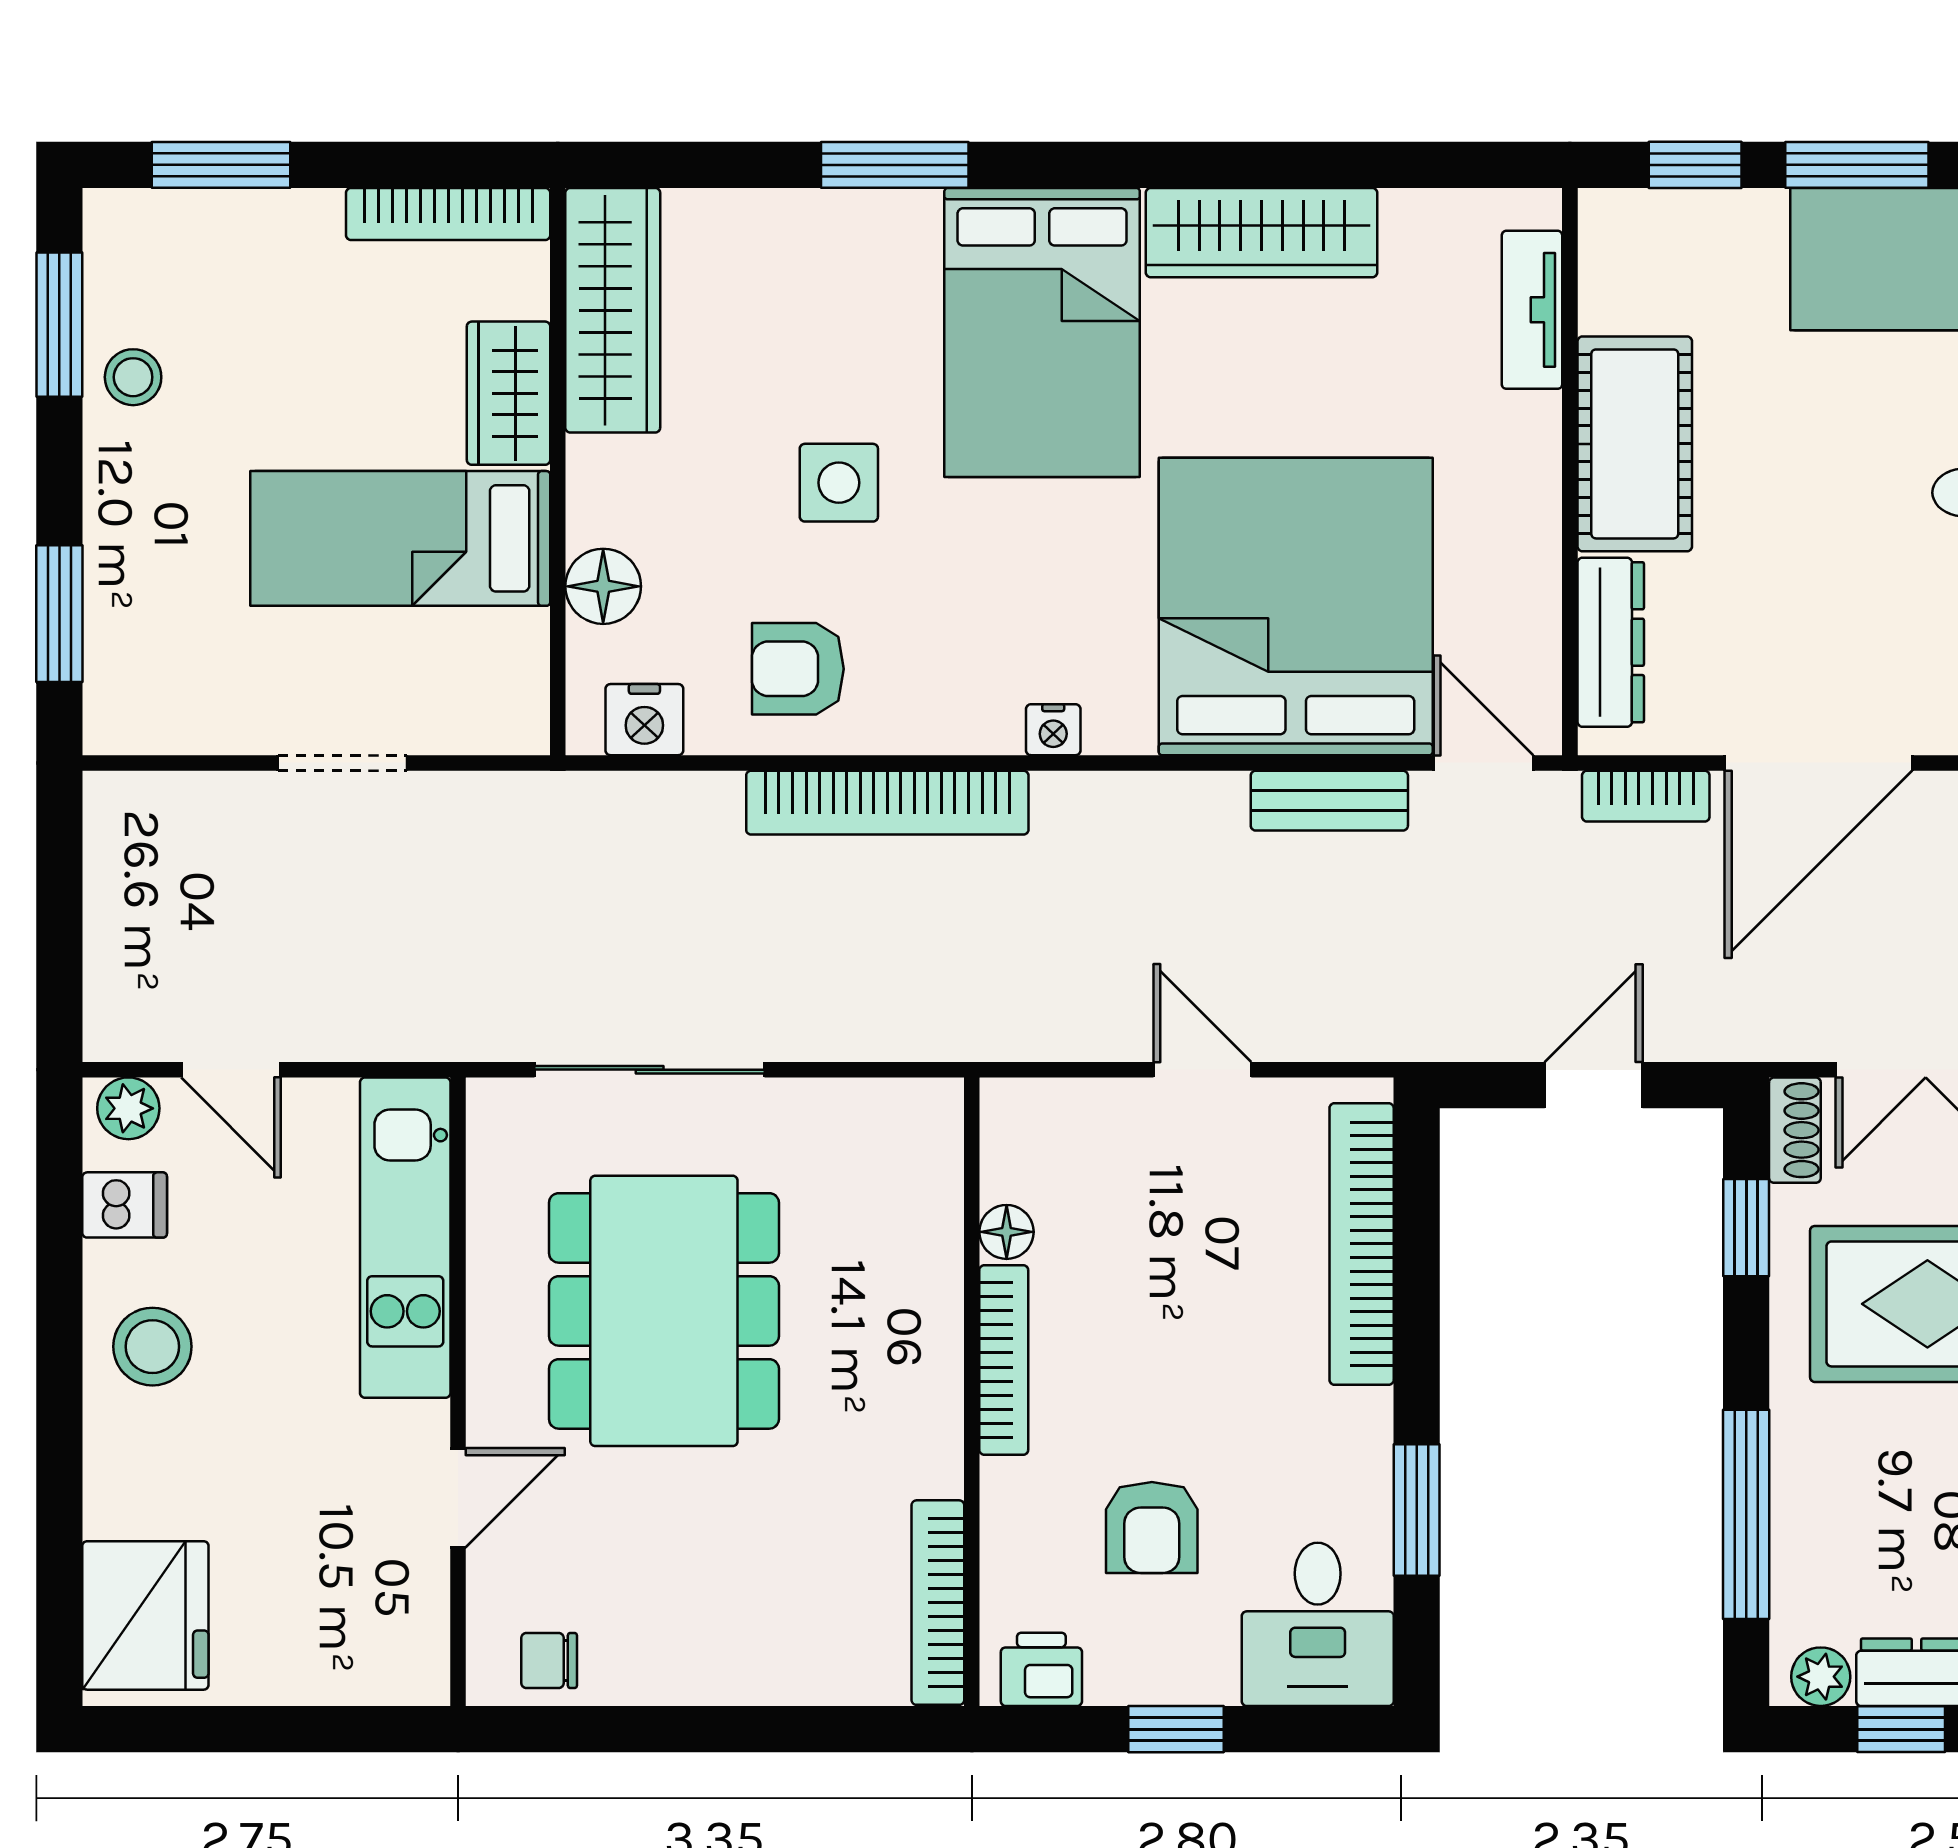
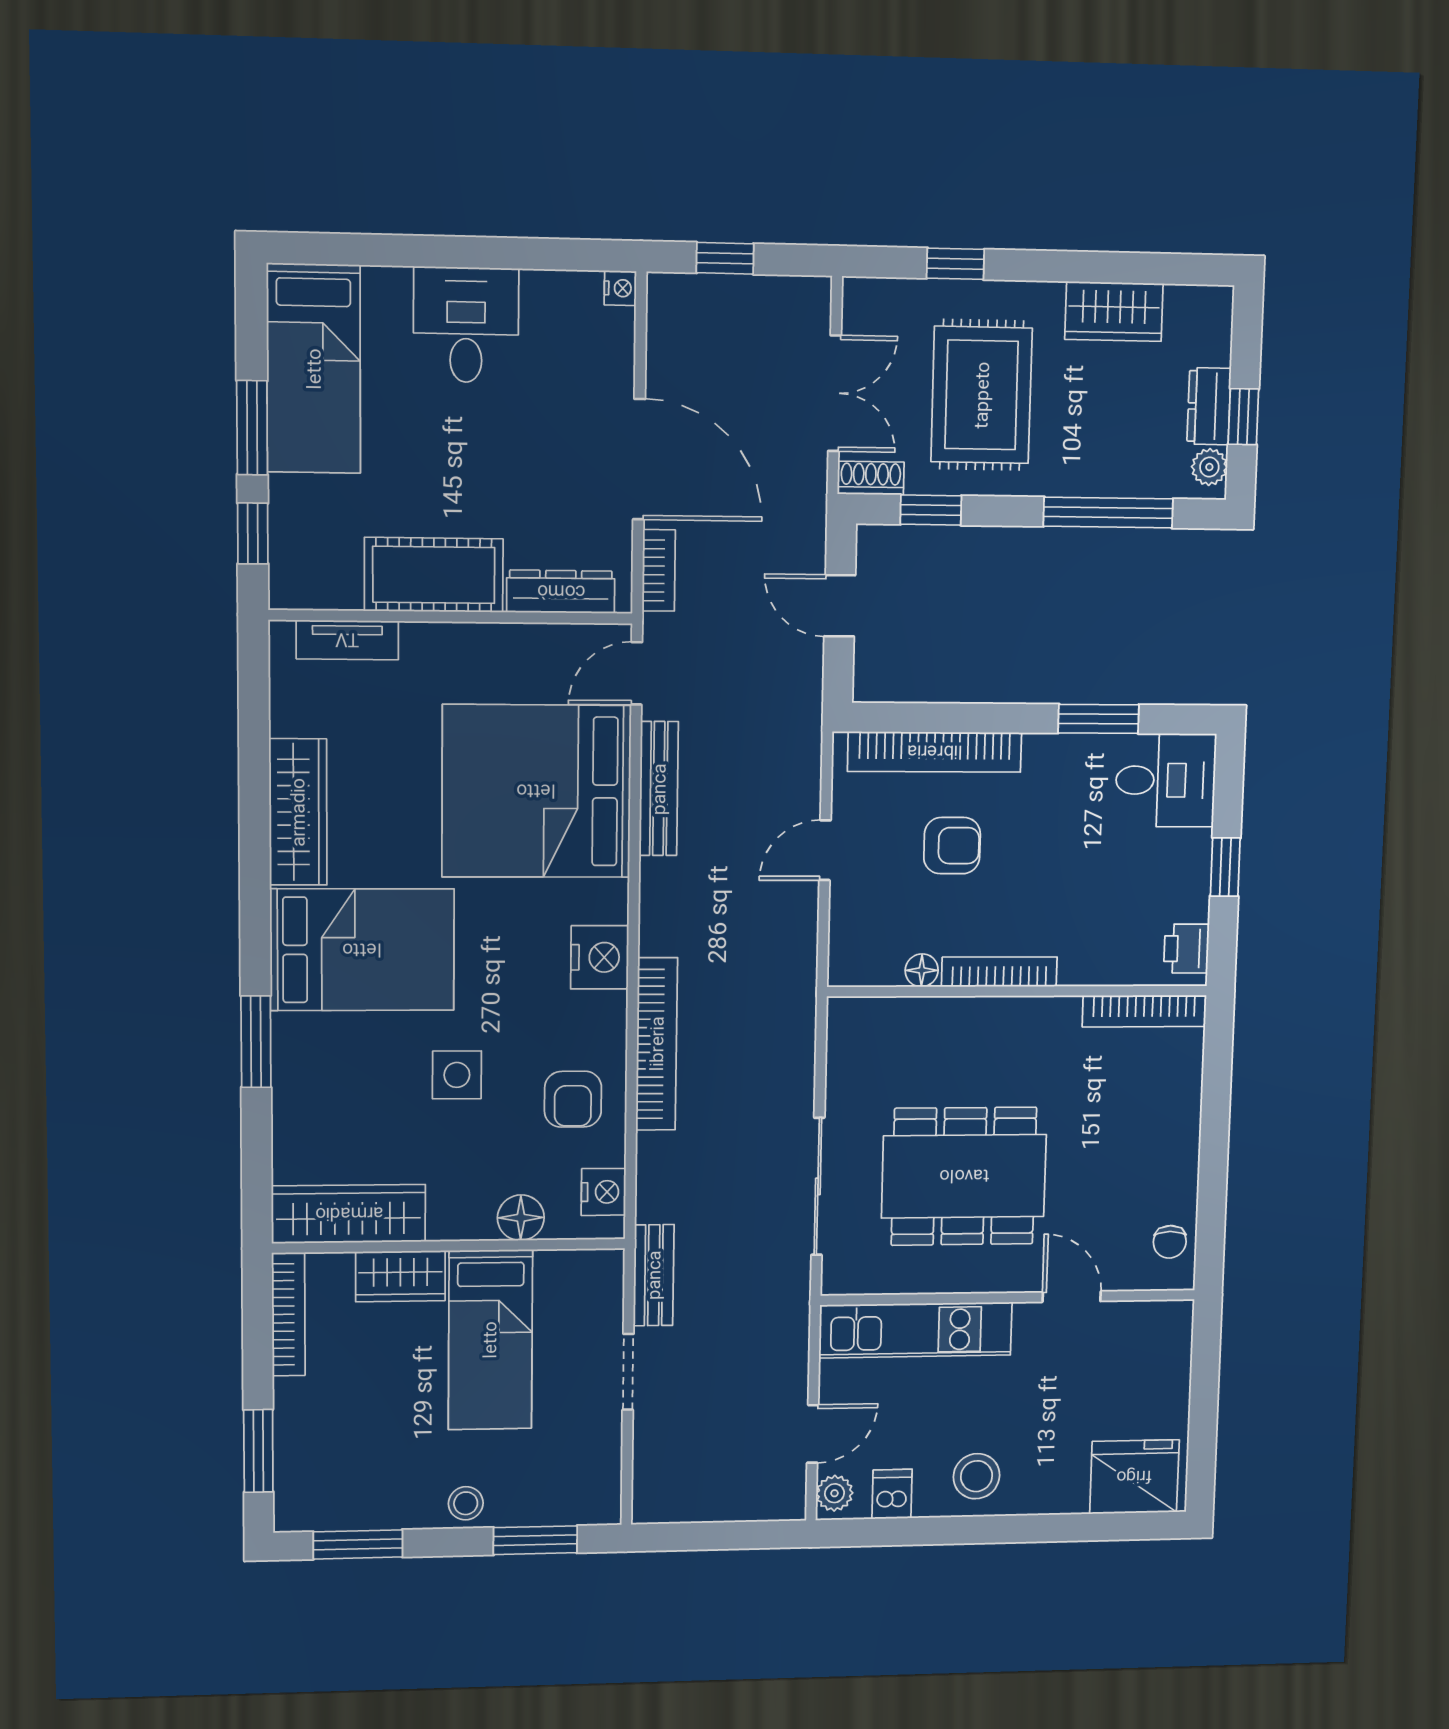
stool: (133, 377) -> (466, 1503), moved
nightstand: (1053, 730) -> (600, 957), width x1.89, depth x1.79
bench: (1329, 801) -> (659, 789), width x1.36
bench: (504, 803) -> (654, 1275), added
armchair: (1152, 1527) -> (952, 846), moved

